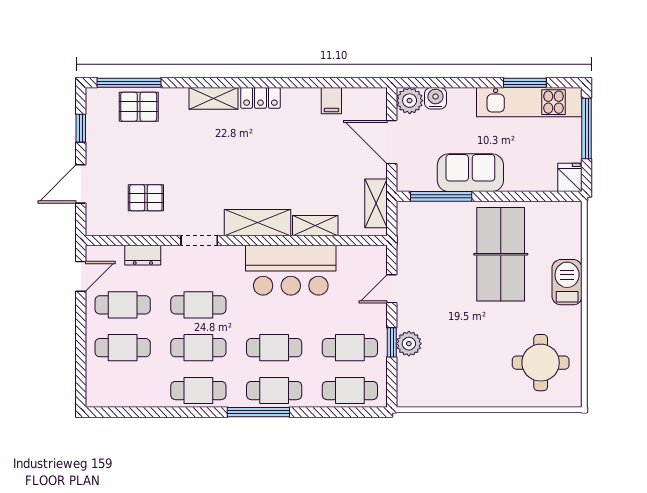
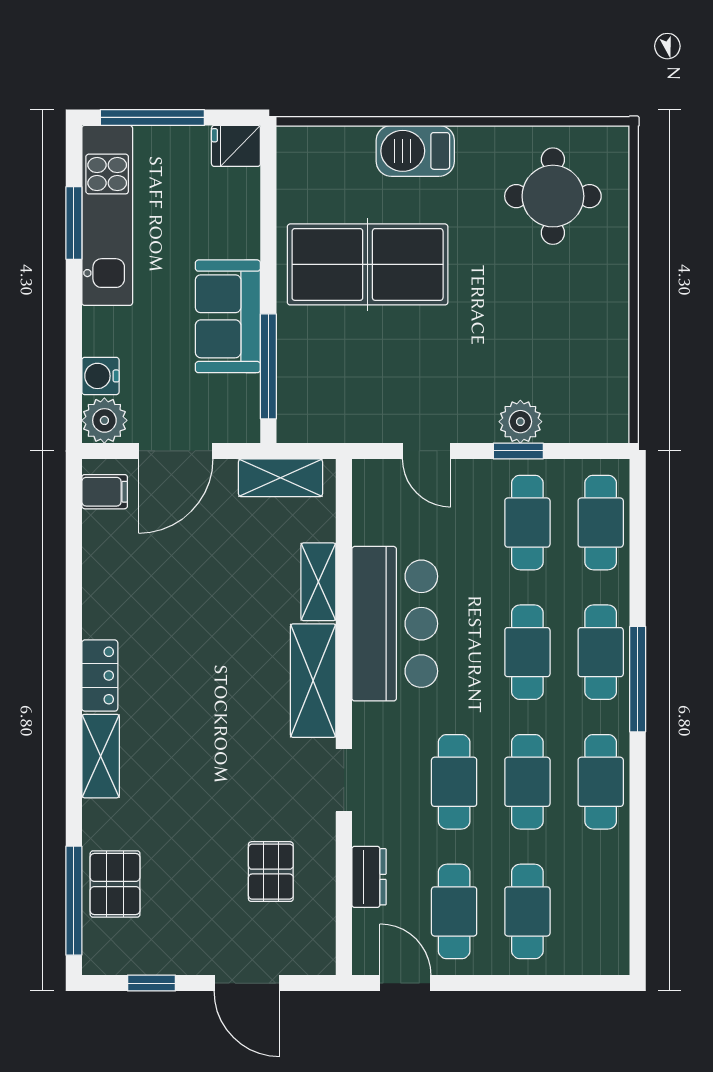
filing cabinet: (331, 101) -> (105, 492), moved

